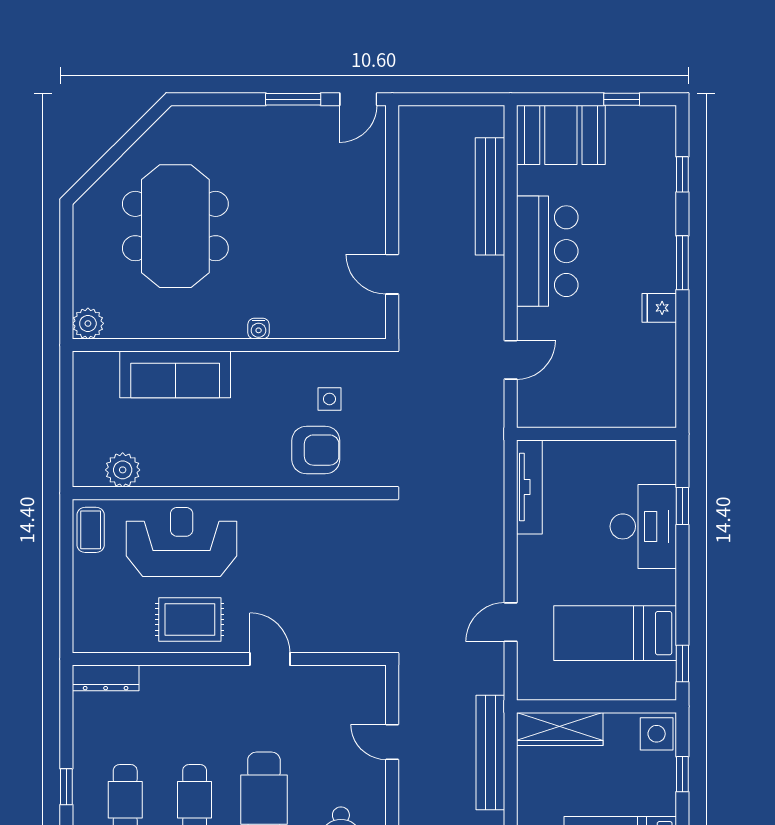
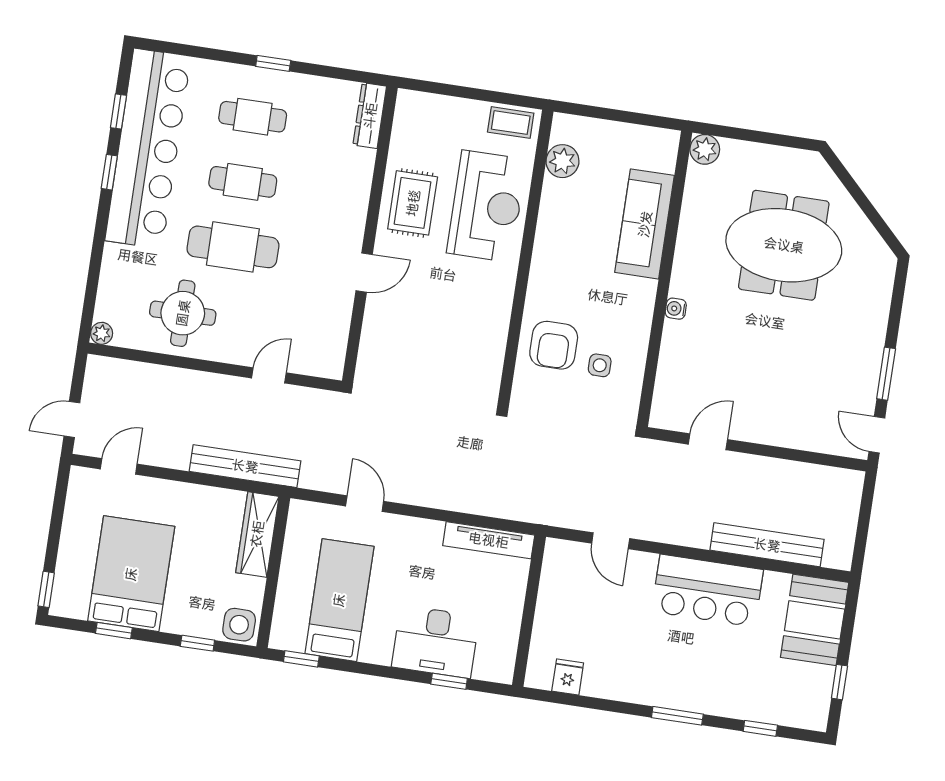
fridge: (659, 308) -> (568, 677), moved

